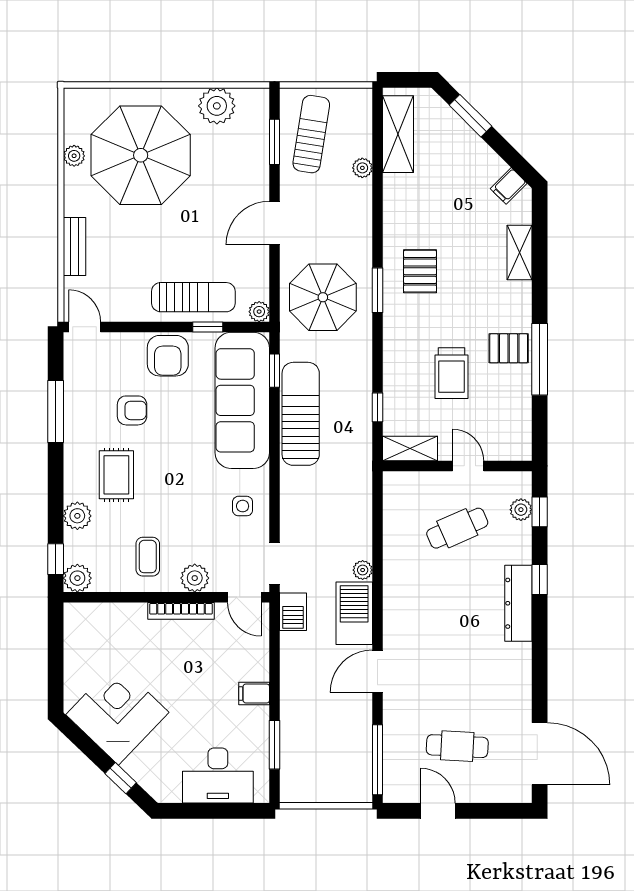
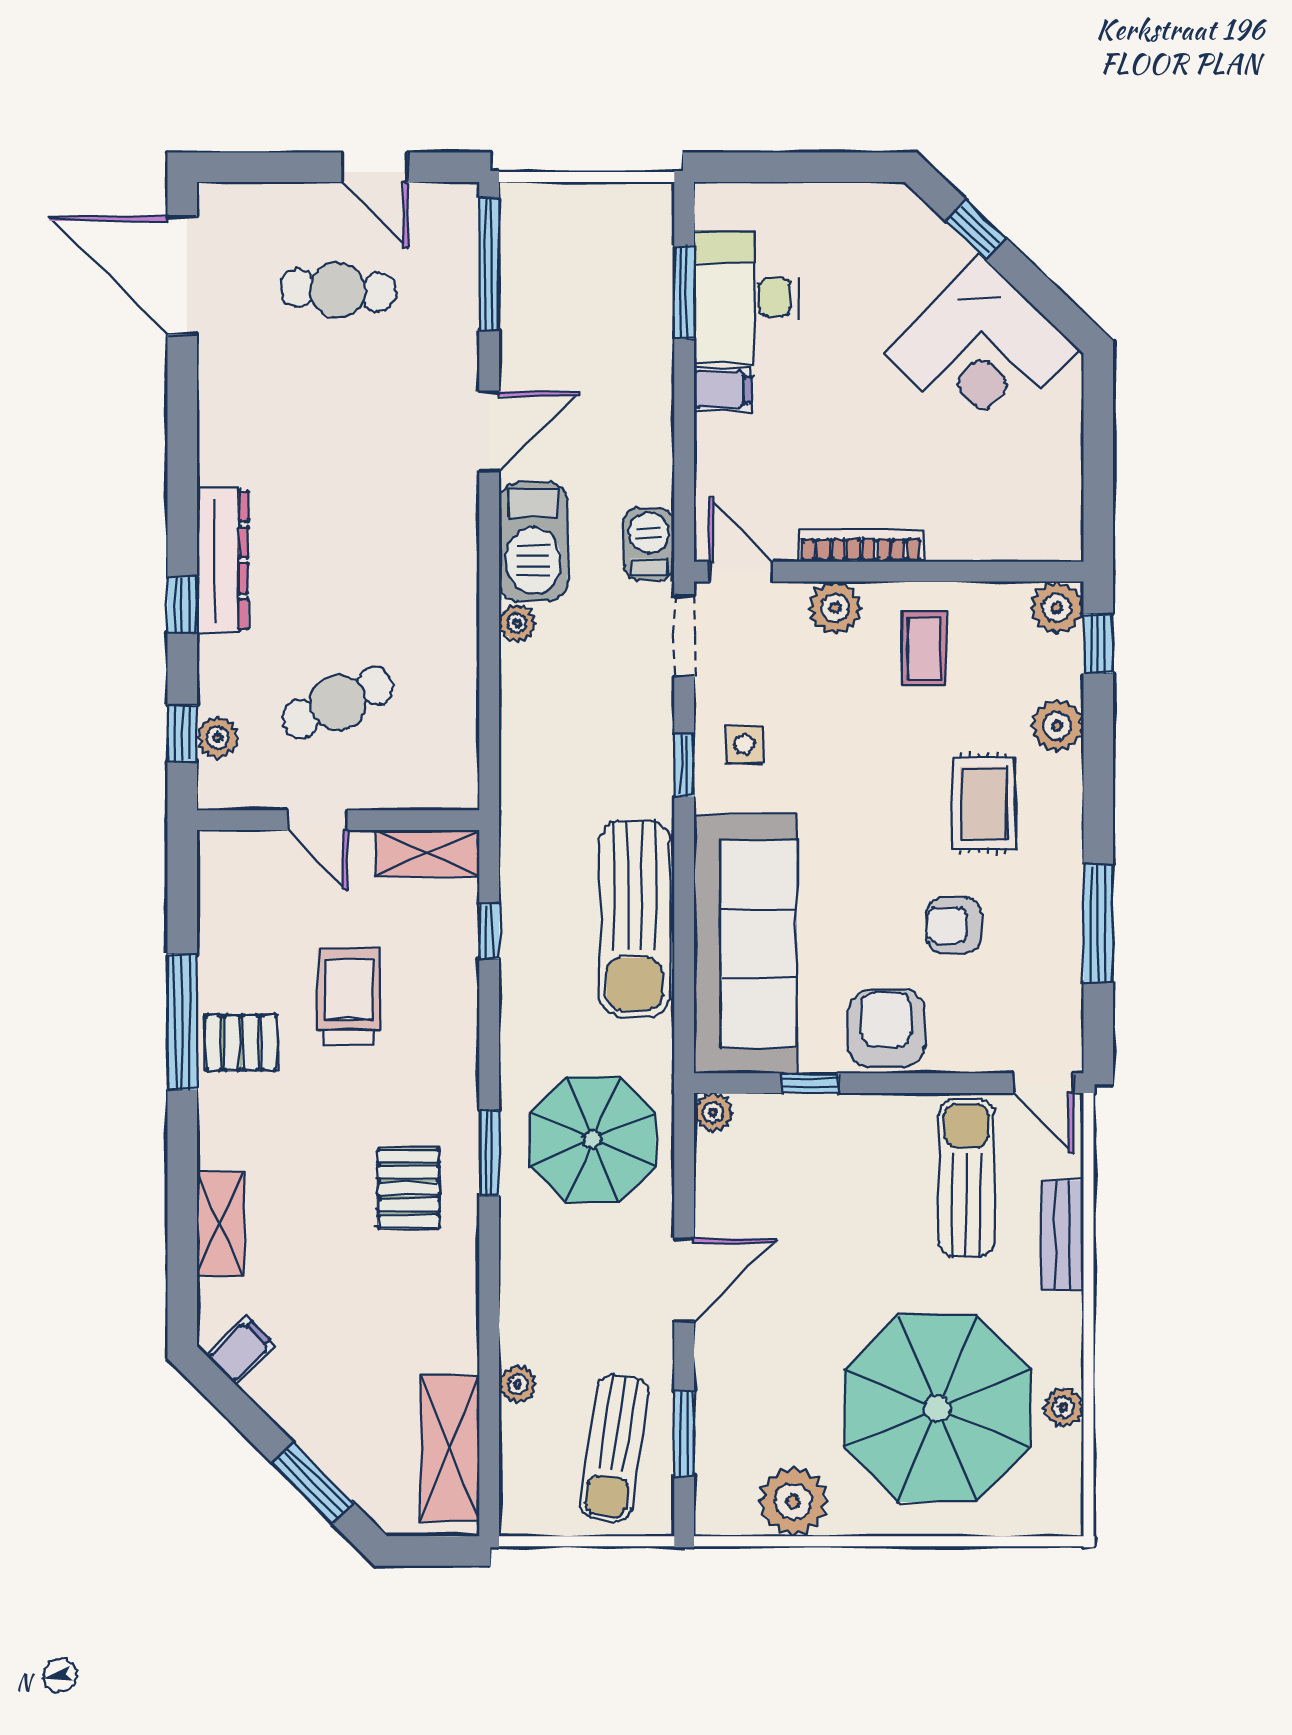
sun lounger: (193, 297) -> (966, 1178), moved, turned 90
window: (274, 371) -> (684, 765), moved
desk: (218, 776) -> (746, 297), moved, turned -90

